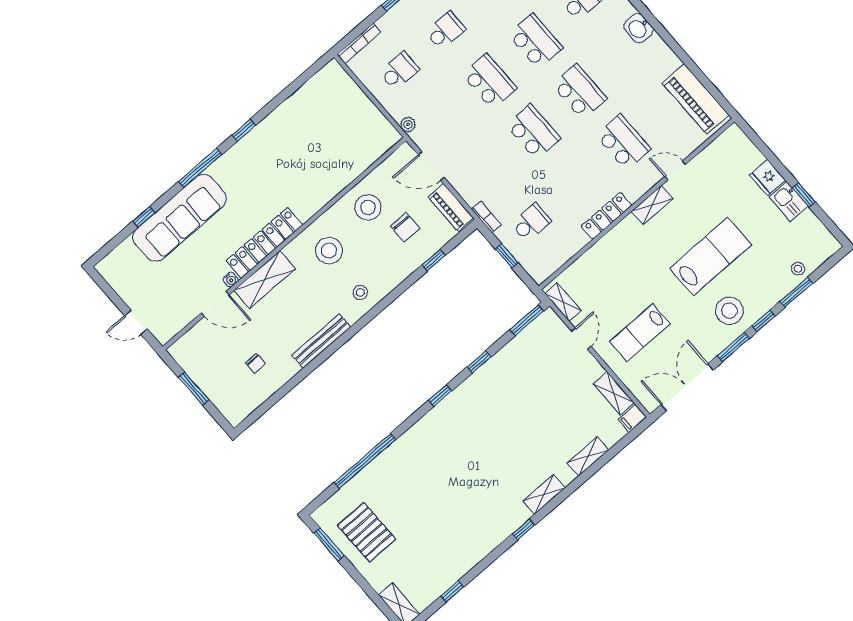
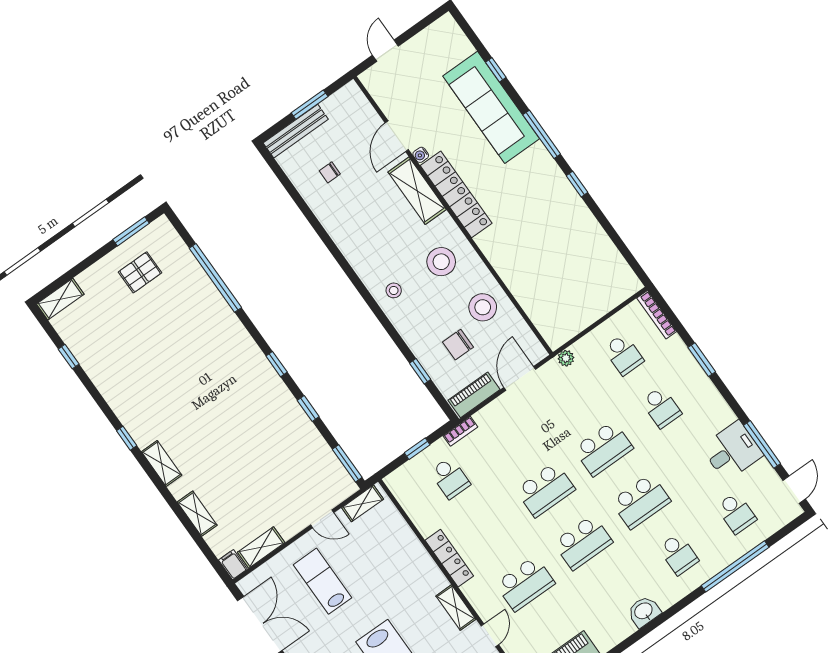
bench: (321, 341) -> (296, 131), moved, turned 90
pallet: (367, 532) -> (140, 272), width x0.67, depth x0.71

